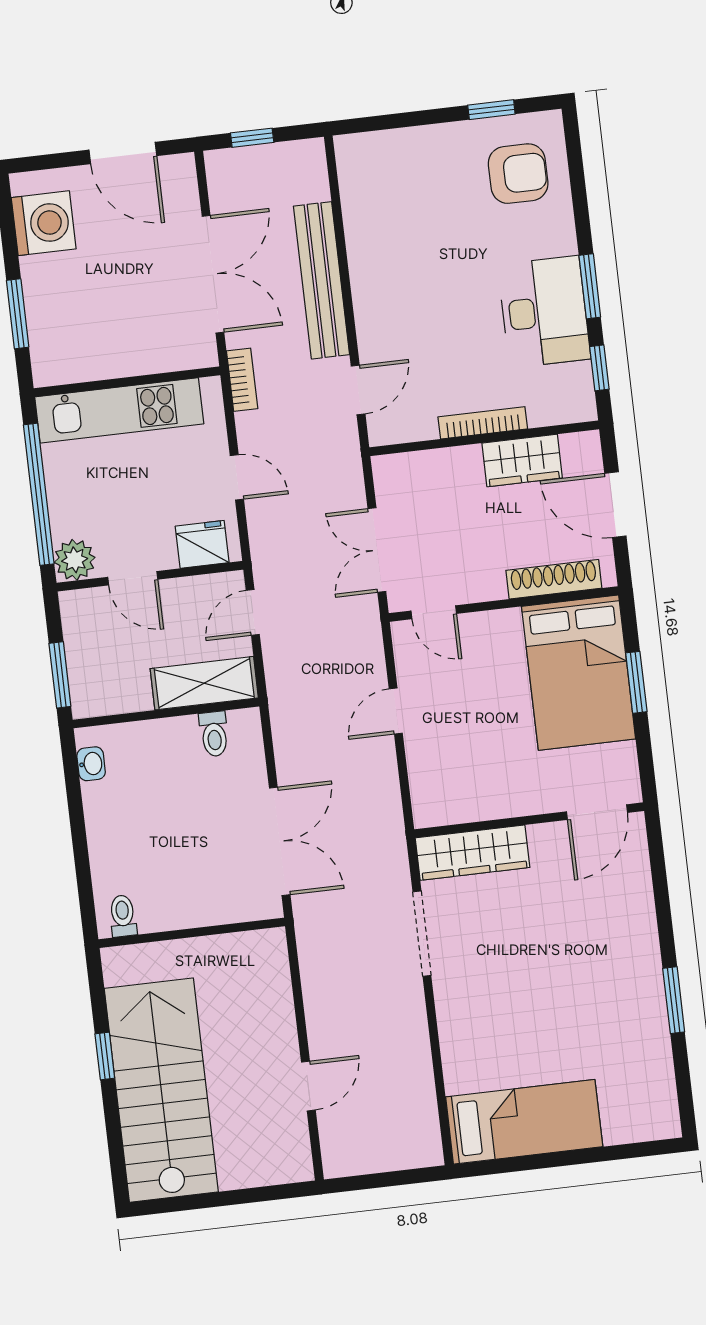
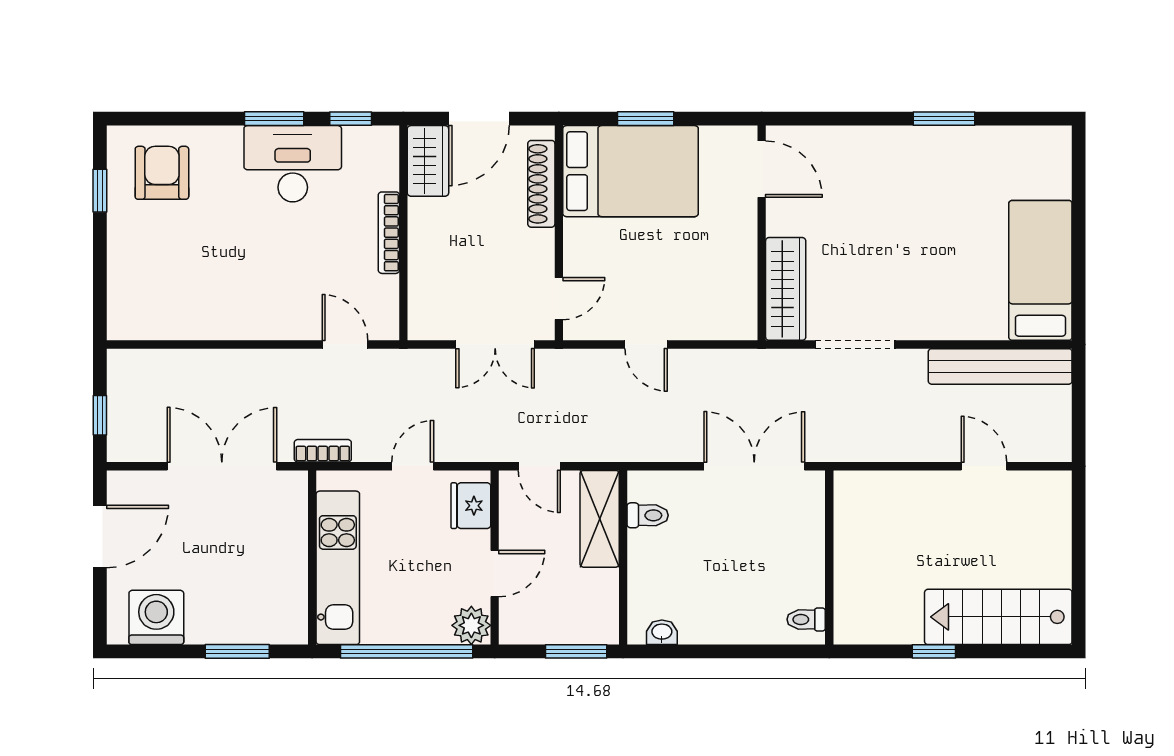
bench: (322, 280) -> (1000, 366), moved
wardrobe: (522, 460) -> (428, 161), moved
stairs: (161, 1090) -> (998, 617), width x0.73, depth x0.66

